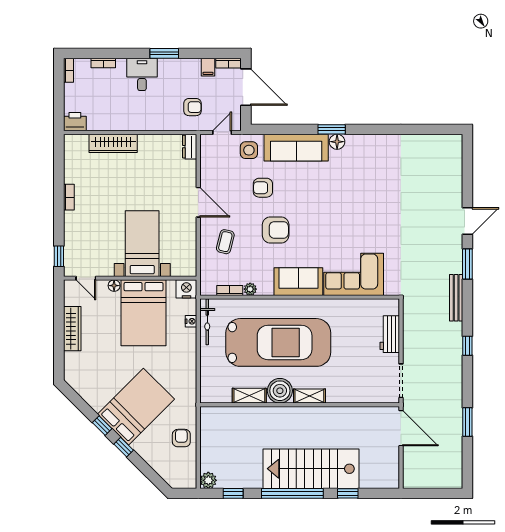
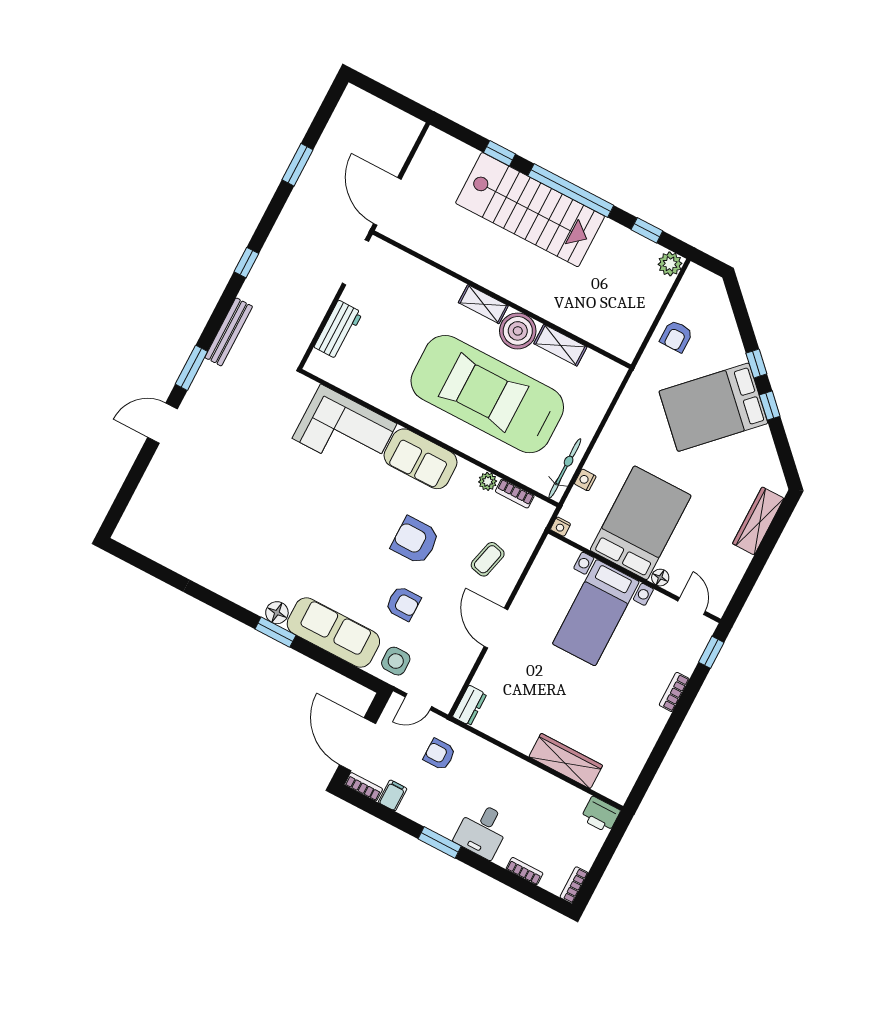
bookcase: (69, 197) -> (674, 692), moved
nightstand: (186, 289) -> (561, 527), width x0.53, depth x0.56
wardrobe: (72, 329) -> (758, 521), moved

